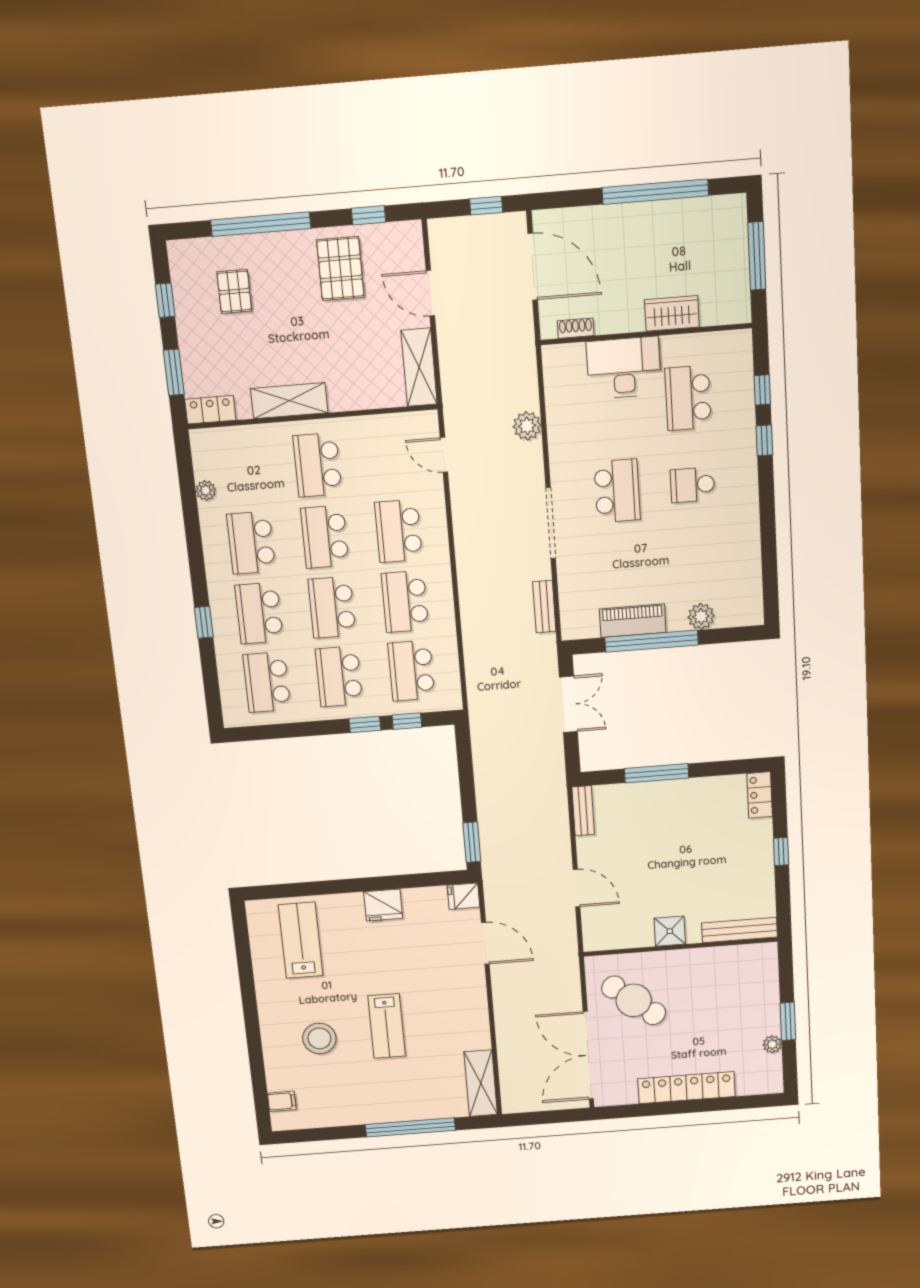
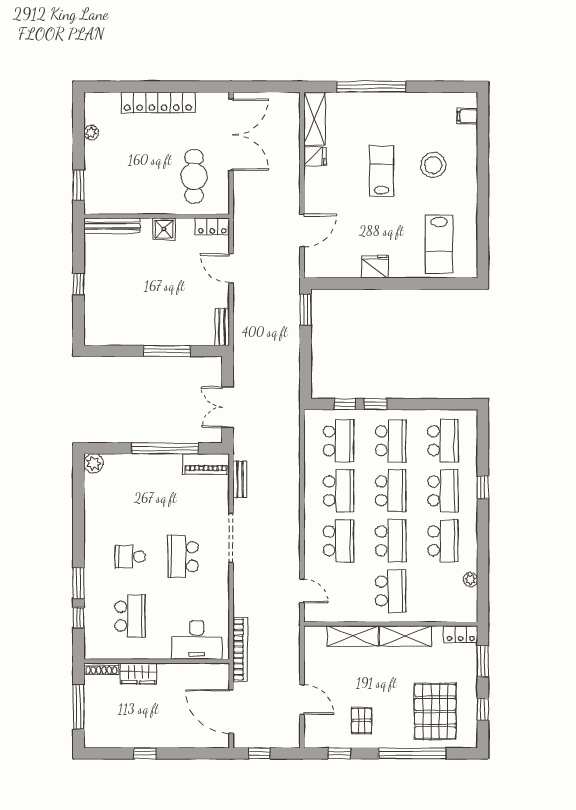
window: (655, 192) -> (145, 753), width x0.32
pallet: (340, 269) -> (362, 721), width x0.67, depth x0.71
pallet: (234, 291) -> (435, 711), width x2.05, depth x2.00
shoe rack: (576, 328) -> (101, 669), moved, width x1.43
bookcase: (526, 361) -> (240, 650), added
shelving: (419, 367) -> (353, 636), moved, turned 90
desk: (624, 368) -> (197, 640), moved
plant: (527, 426) -> (243, 606), removed
window: (764, 440) -> (79, 583), width x1.50
school desk: (692, 485) -> (130, 557), turned 180
plant: (701, 616) -> (93, 463), moved
piano: (633, 621) -> (206, 464), moved
locker: (760, 795) -> (212, 227), moved, turned 90
fridge: (464, 896) -> (315, 156), moved
door: (485, 943) -> (302, 231), swing flipped
cafe table: (634, 1000) -> (194, 176), turned 51
window: (788, 1021) -> (79, 185), moved

